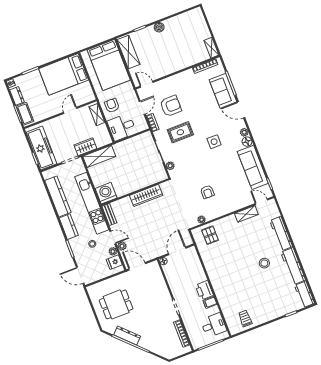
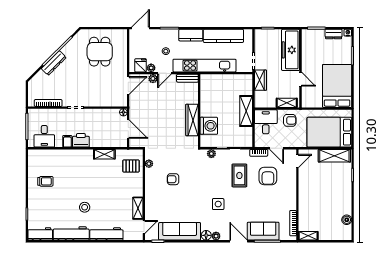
boiler: (159, 27) -> (347, 220), moved
door: (241, 110) -> (239, 241), hinge flipped
cot: (25, 114) -> (314, 35), removed
freezer: (42, 148) -> (291, 50), moved, turned 90
shelving: (99, 156) -> (246, 111), moved
washing machine: (106, 193) -> (209, 126), moved
shelving: (209, 264) -> (104, 154), added
trolley: (245, 318) -> (45, 181), moved
dresser: (127, 336) -> (54, 63), moved

